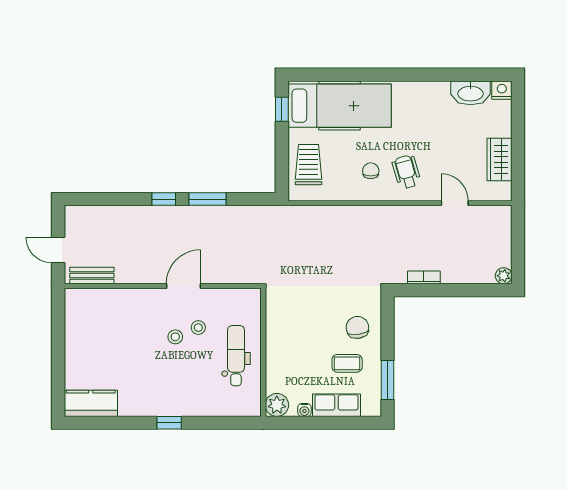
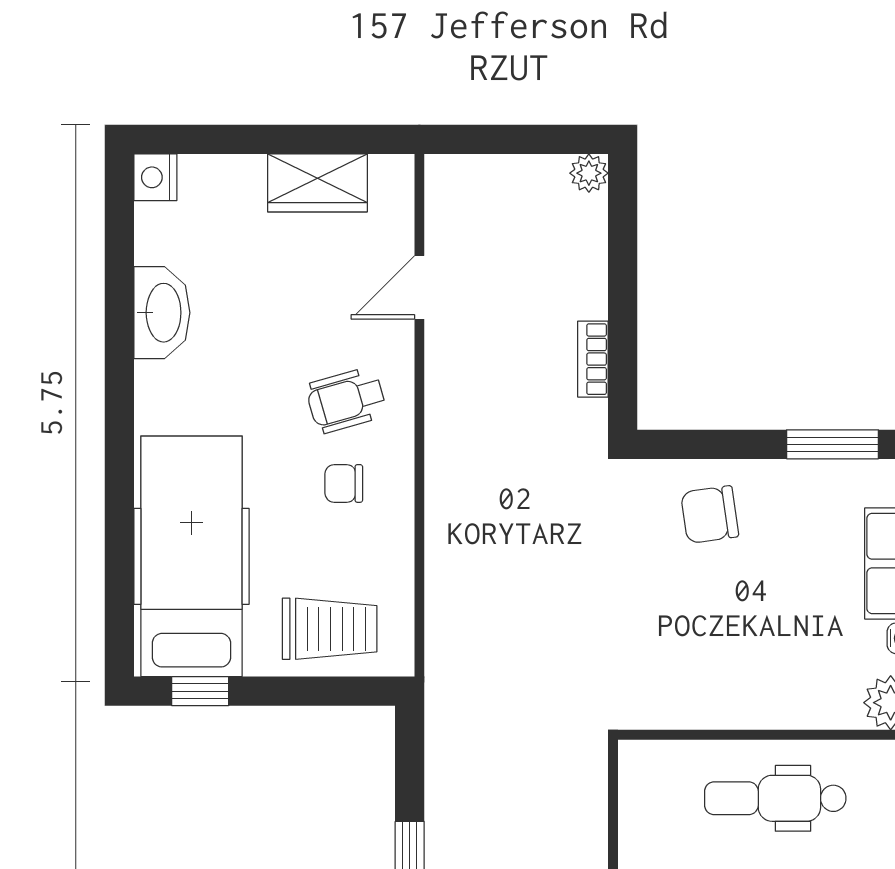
washbasin: (470, 93) -> (162, 313), moved
trolley: (309, 165) -> (330, 629), turned 180
coffee table: (347, 363) -> (793, 539), removed

